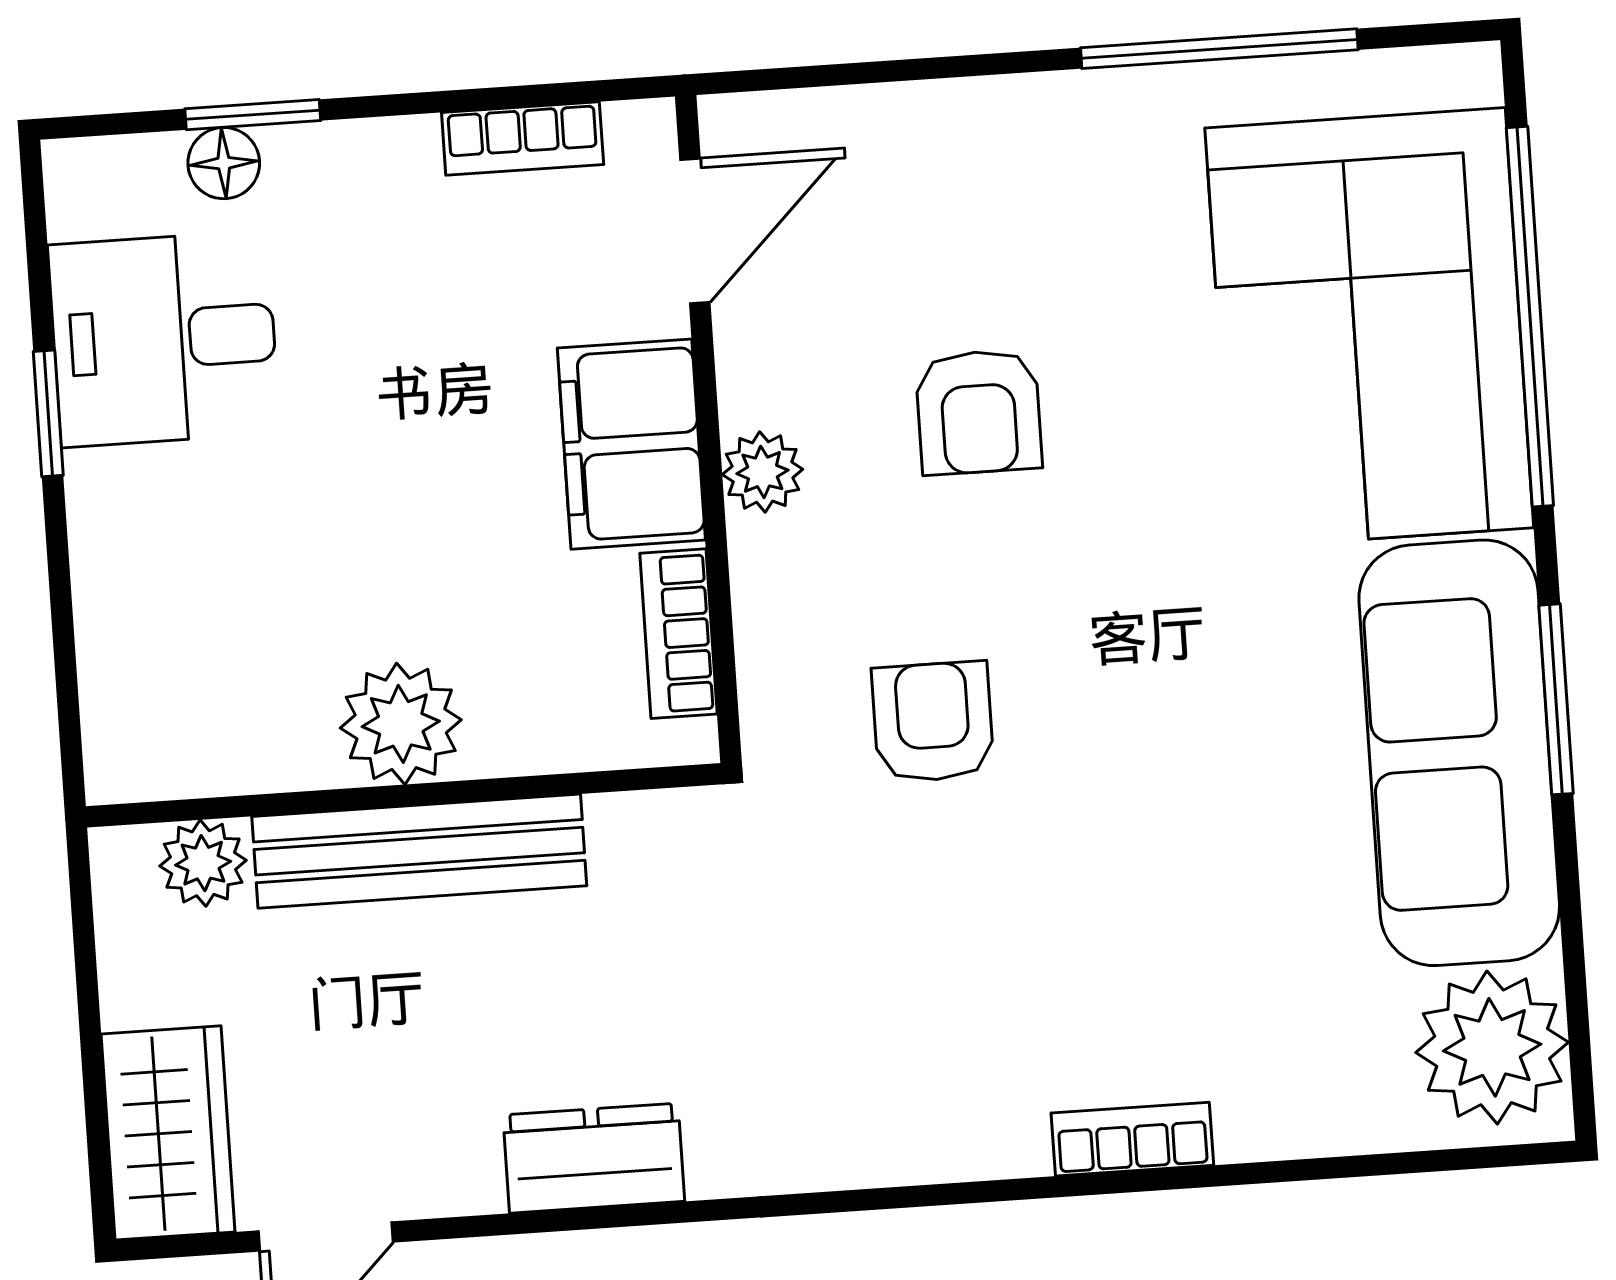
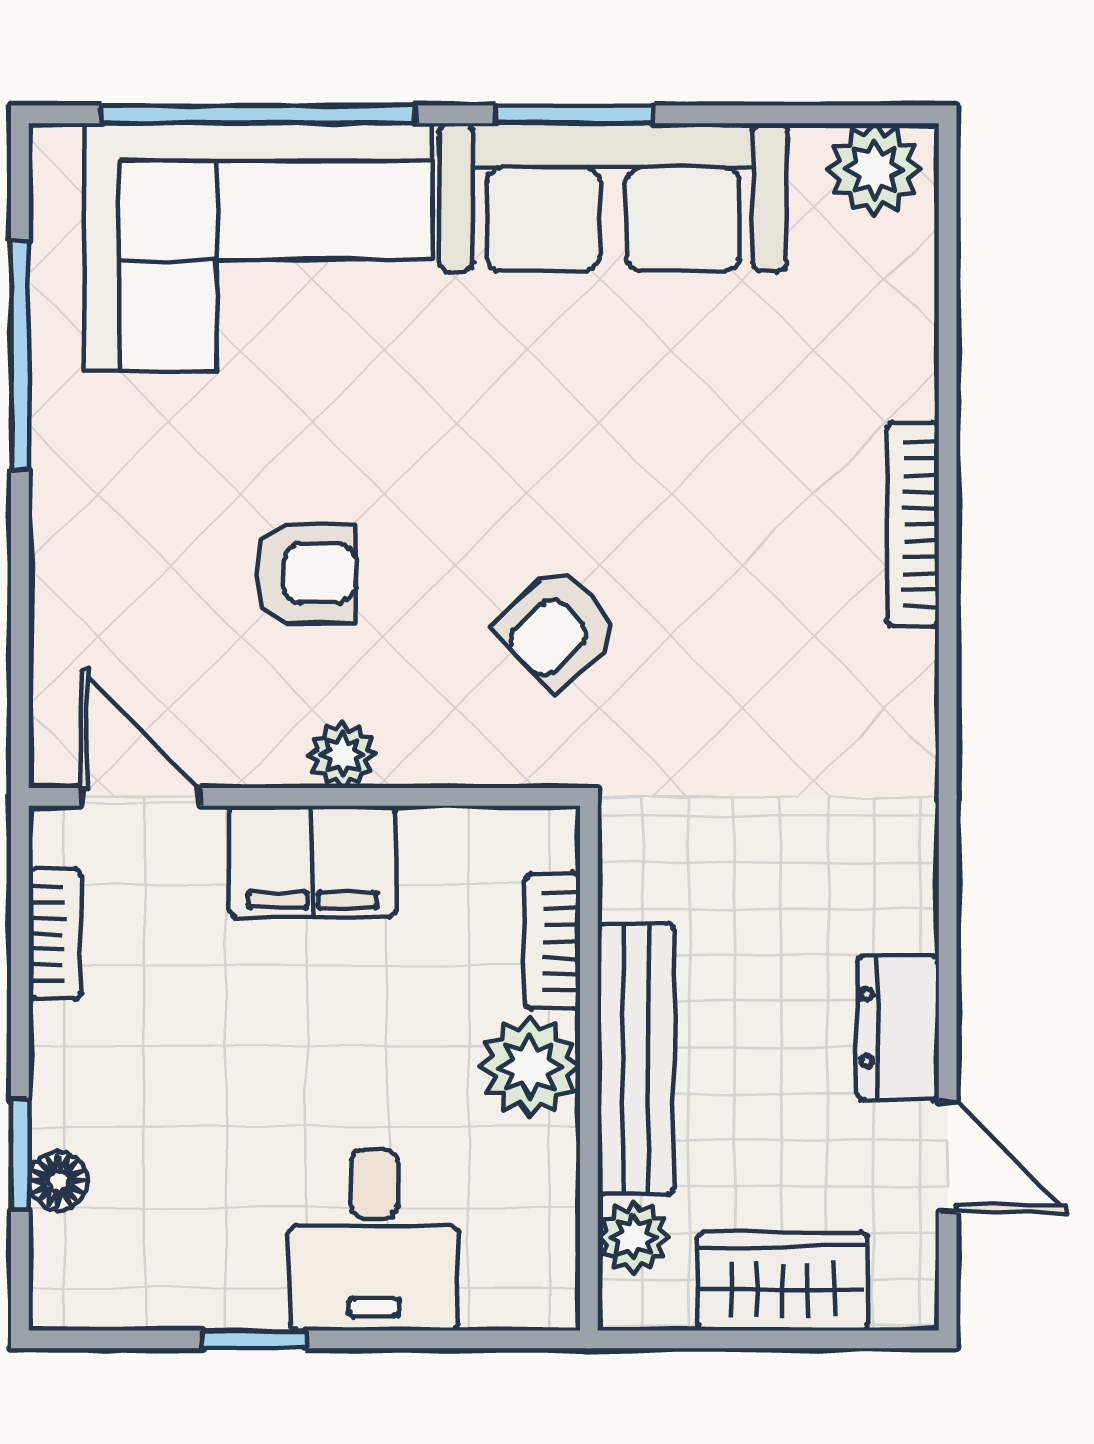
desk: (164, 339) -> (374, 1240), moved
bookcase: (678, 634) -> (553, 941), moved, turned 90
armchair: (933, 722) -> (558, 629), turned -43
plant: (1492, 1047) -> (874, 170), width x0.73, depth x0.73
wardrobe: (168, 1133) -> (783, 1281), moved
bookcase: (1132, 1139) -> (913, 525), width x1.56
dresser: (594, 1158) -> (898, 1028), moved

